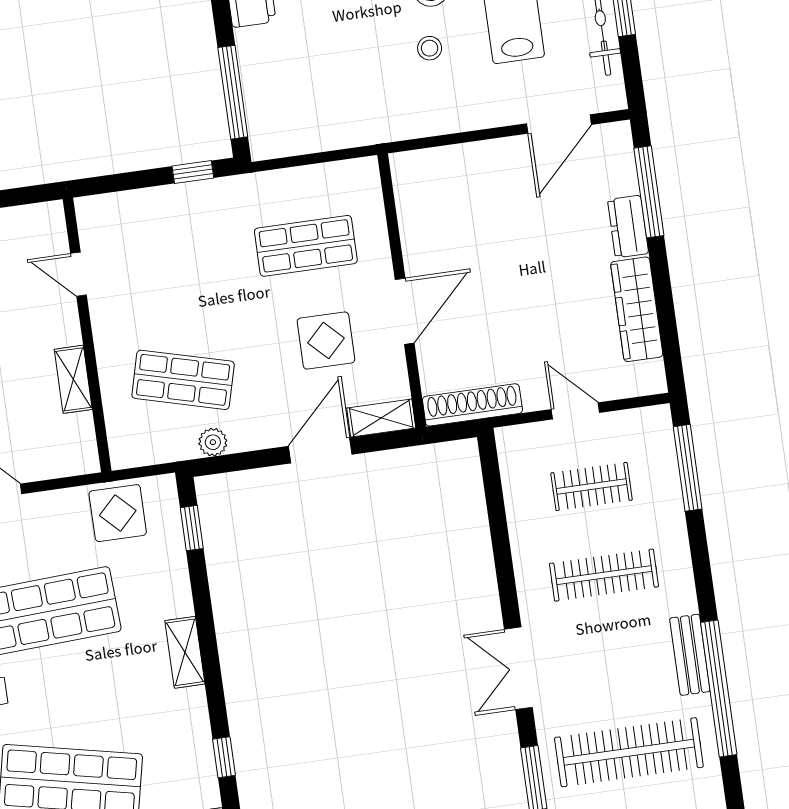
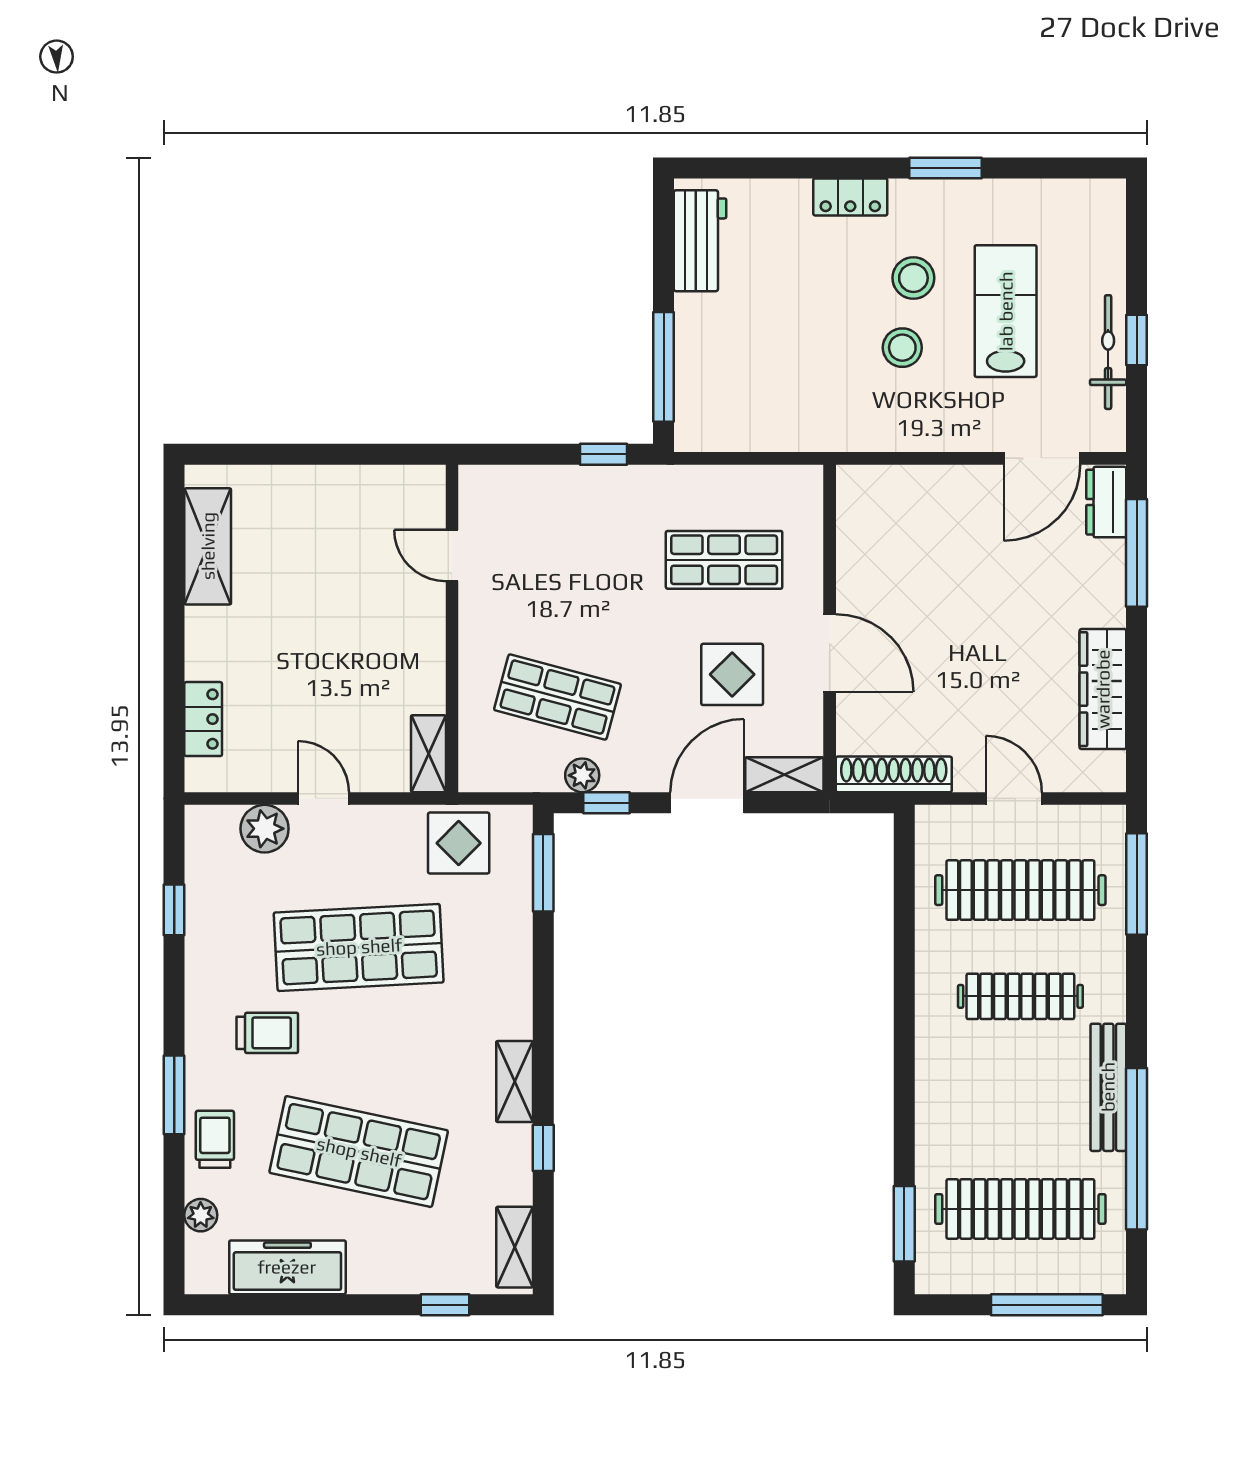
stool: (430, 48) -> (902, 348), width x1.37, depth x1.37
dresser: (628, 227) -> (1106, 502), moved
door: (405, 311) -> (830, 653), hinge flipped
shelving: (73, 379) -> (428, 754), moved
window: (236, 462) -> (607, 803), added
clothes rail: (592, 487) -> (1020, 890), width x1.86, depth x1.31
window: (192, 528) -> (543, 873), width x1.50
shelving: (185, 652) -> (515, 1082), moved
bench: (690, 655) -> (1108, 1087), width x1.36
double door: (518, 668) -> (904, 1092), removed

